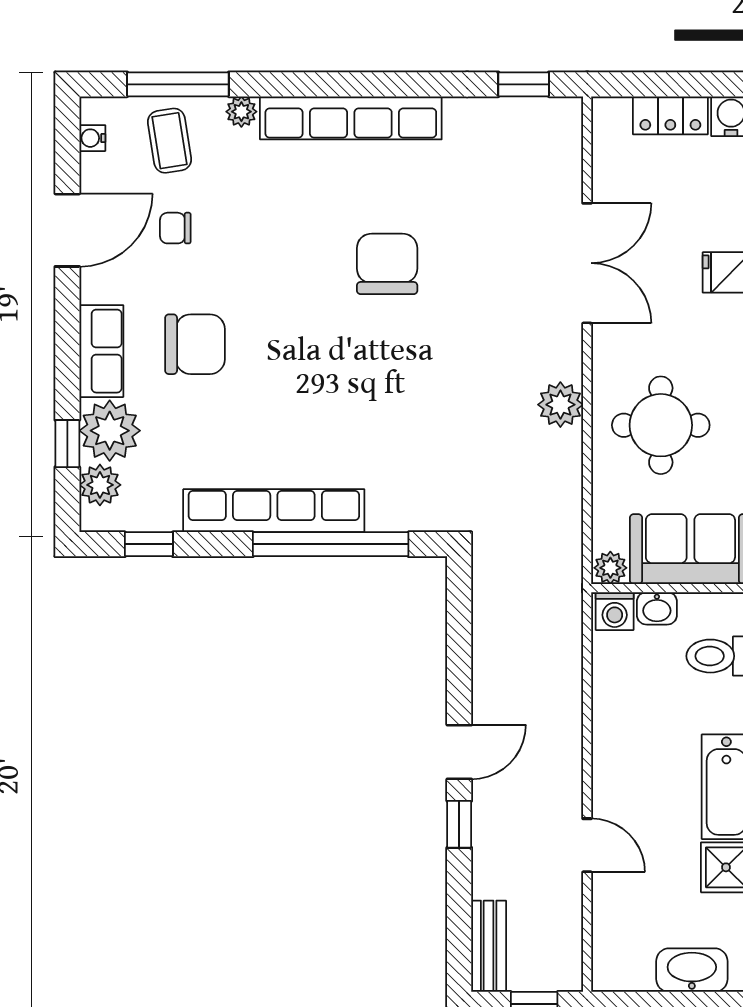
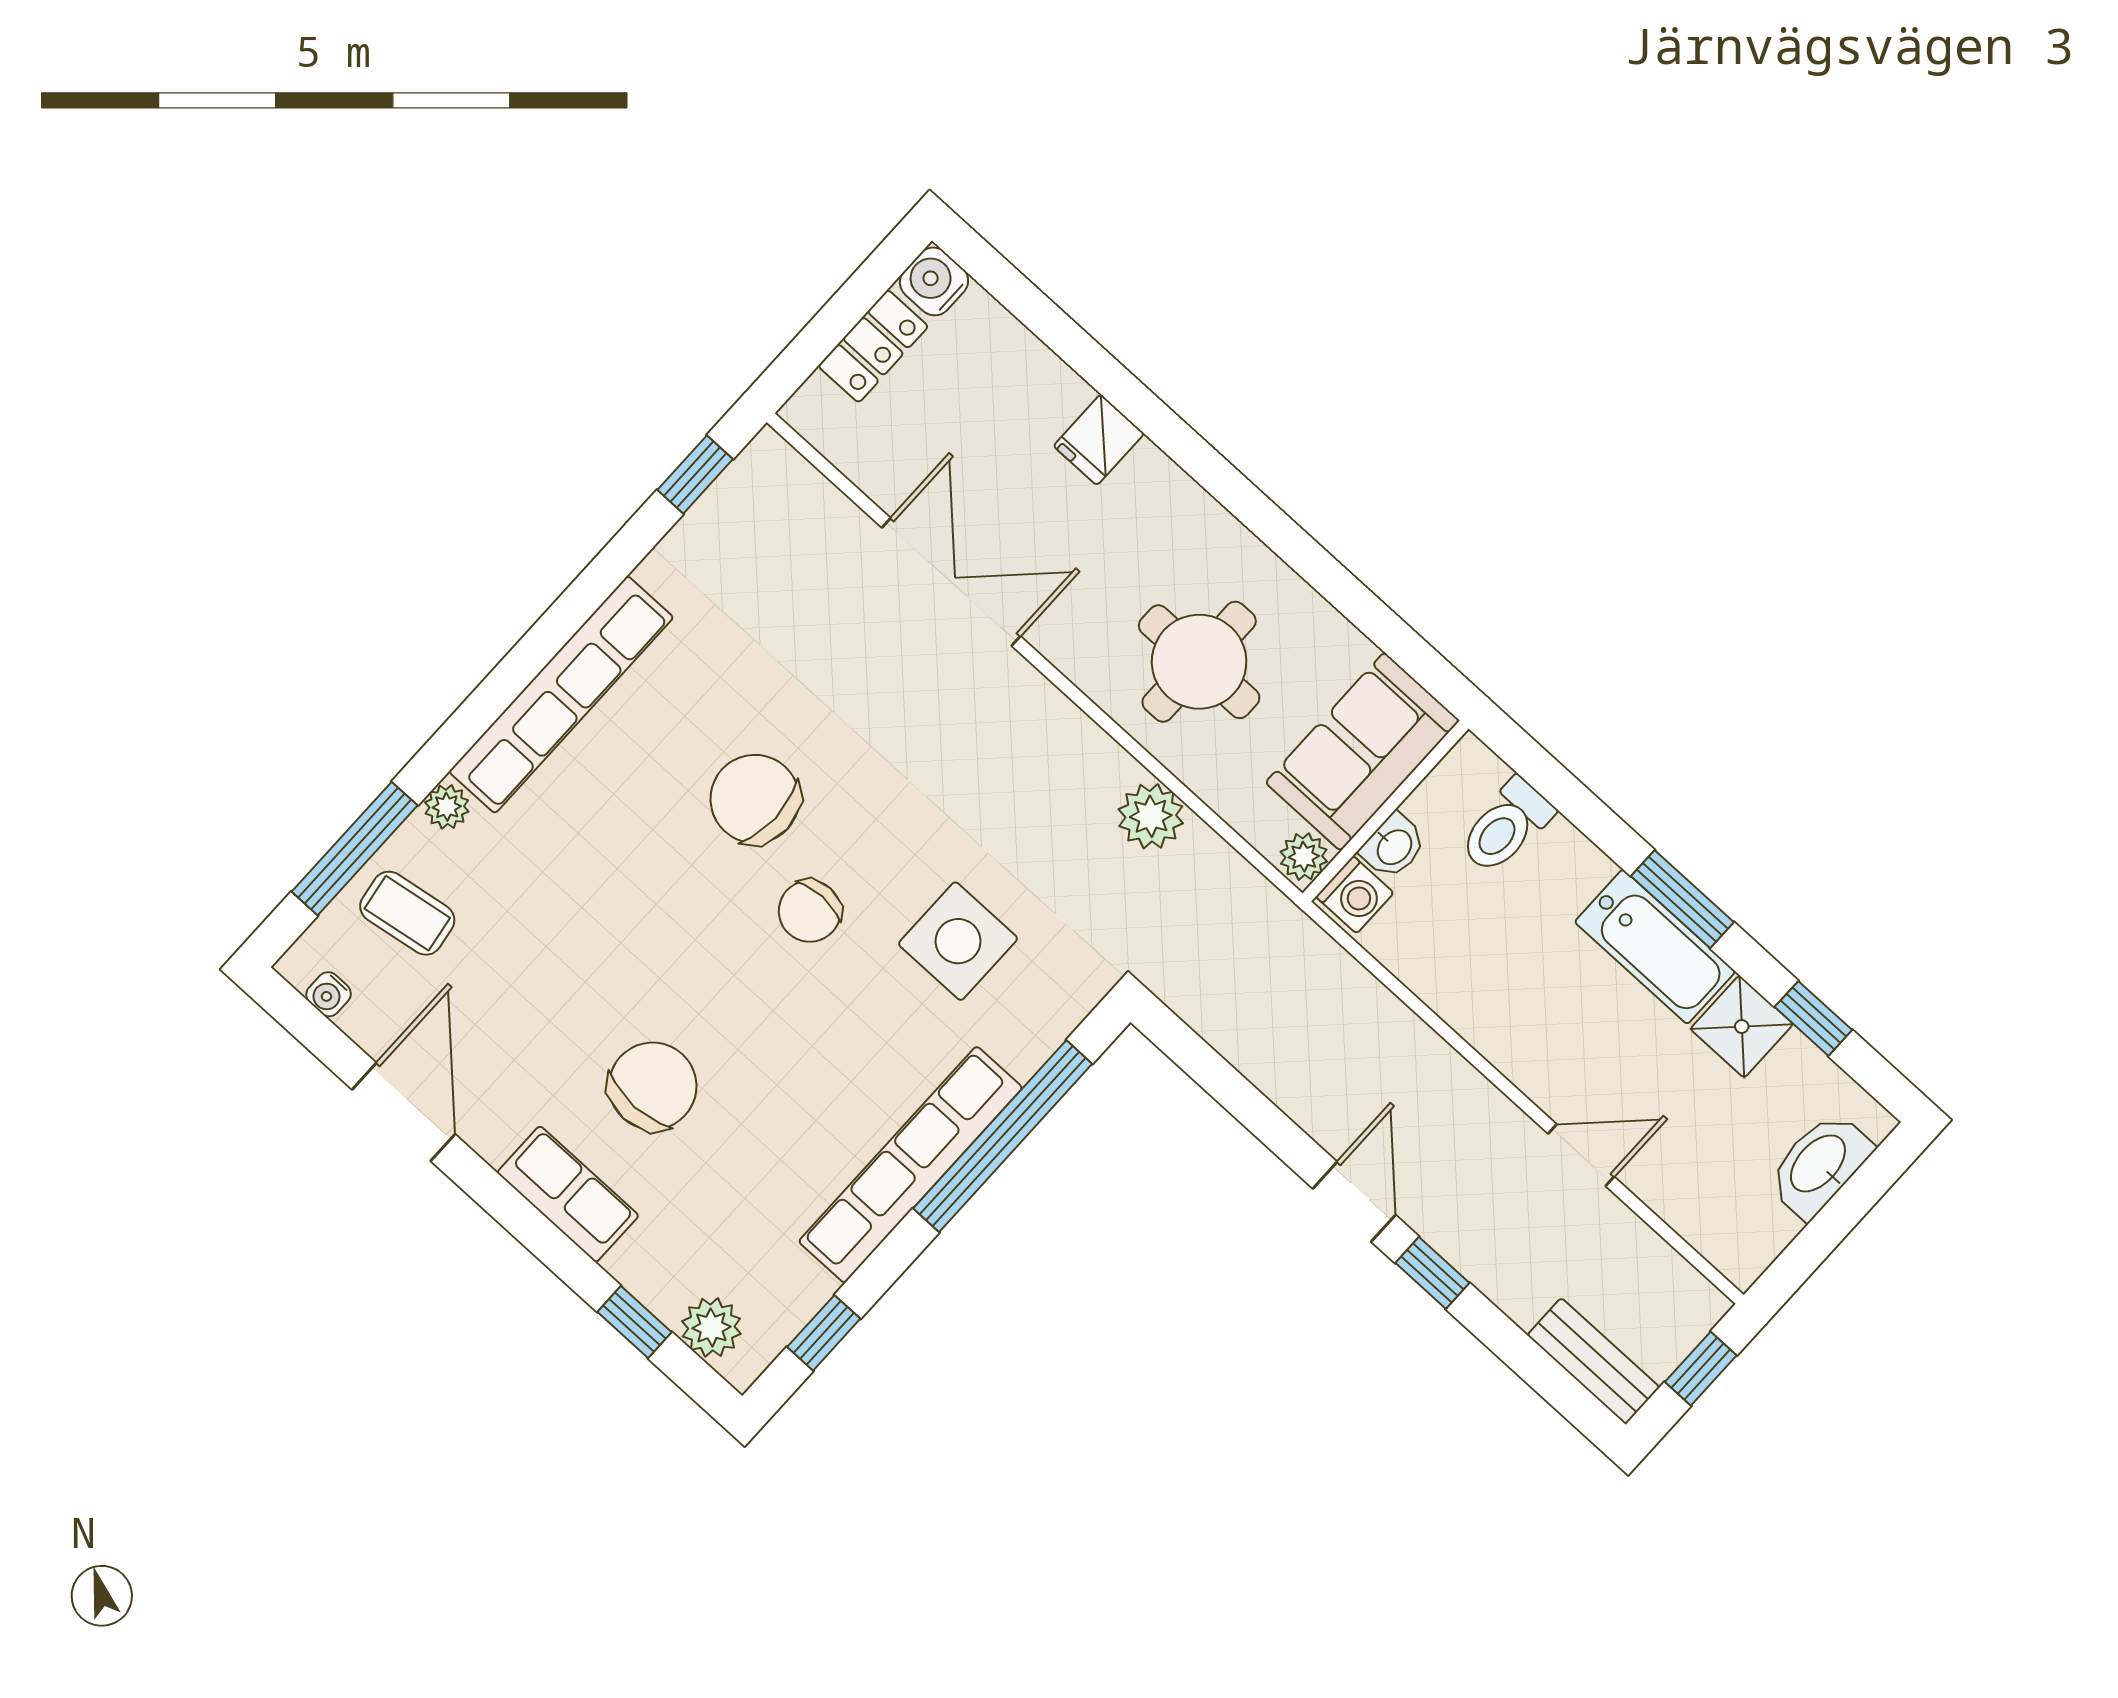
chair: (175, 228) -> (810, 911), moved, width x1.37, depth x1.37
plant: (560, 405) -> (1151, 816), moved
plant: (110, 431) -> (662, 1263), removed
side table: (409, 432) -> (958, 941), added

